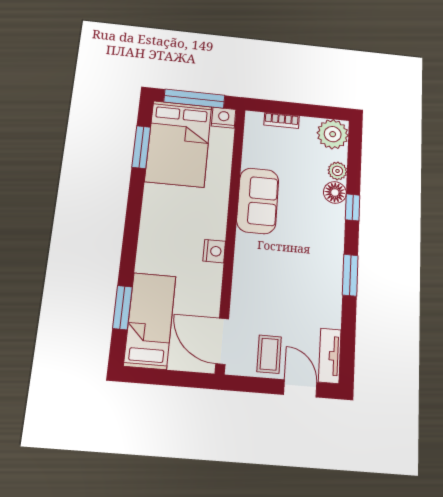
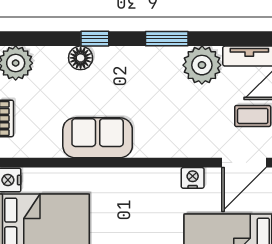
plant: (337, 171) -> (202, 65), moved, width x1.88, depth x1.88
nightstand: (214, 251) -> (193, 178), moved

